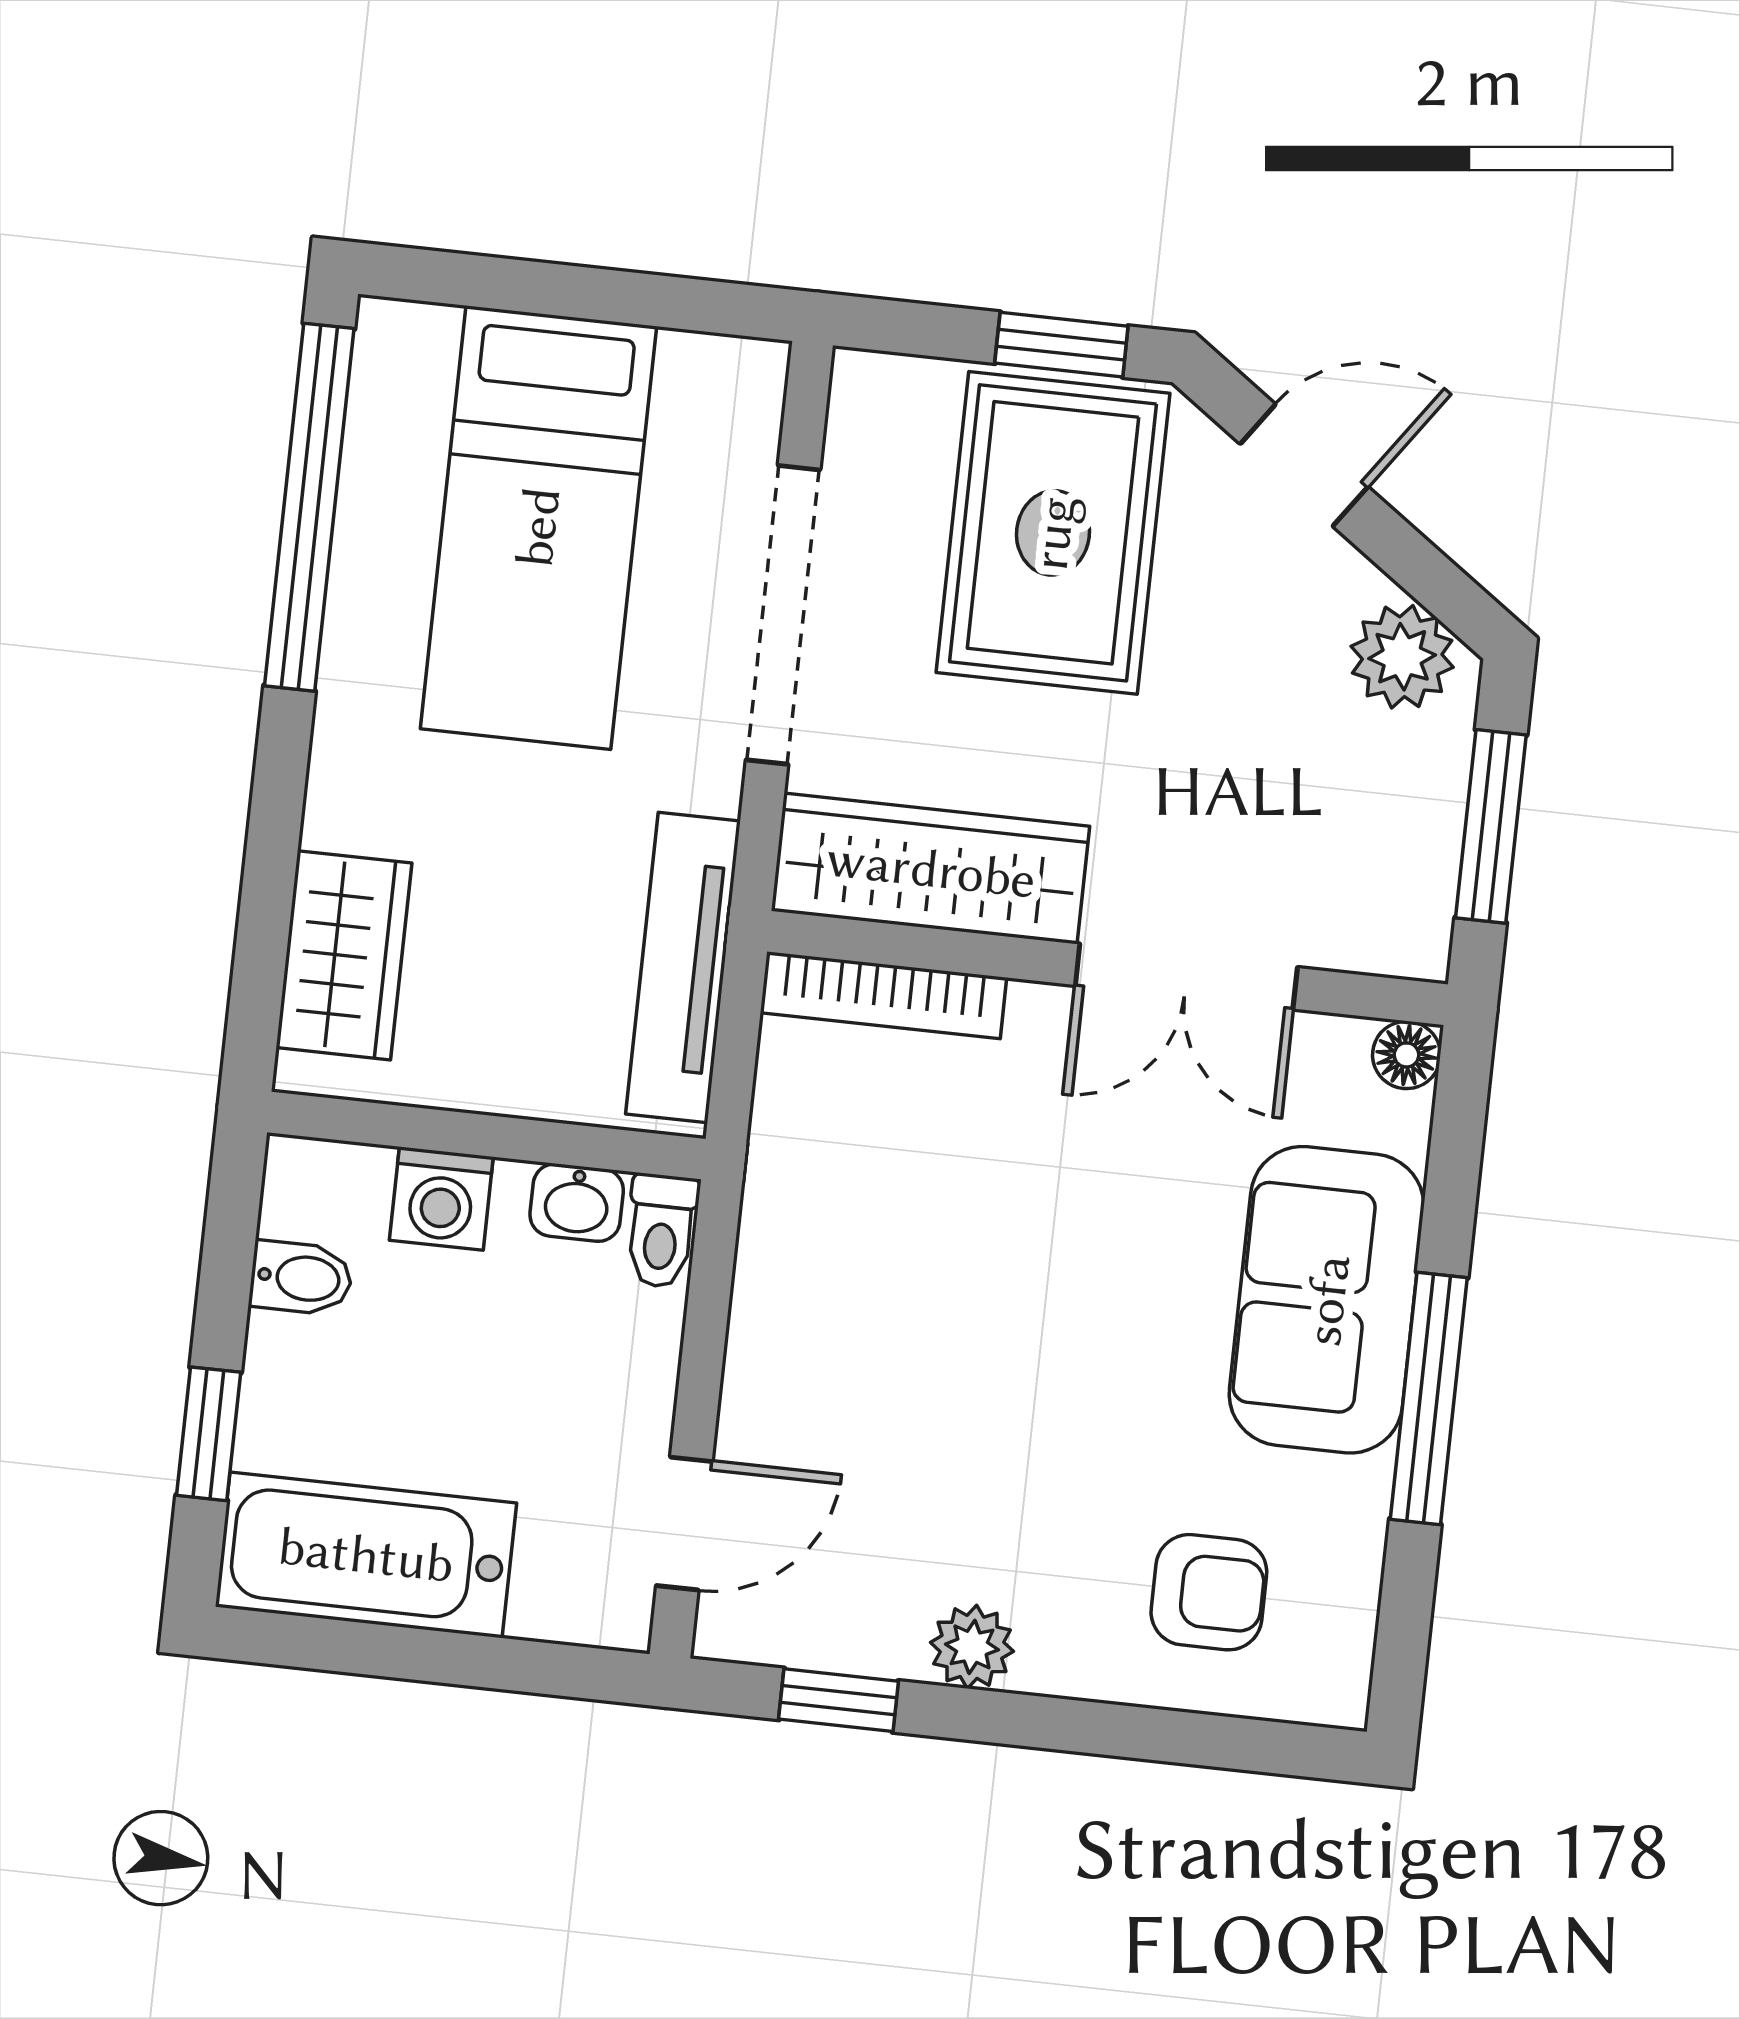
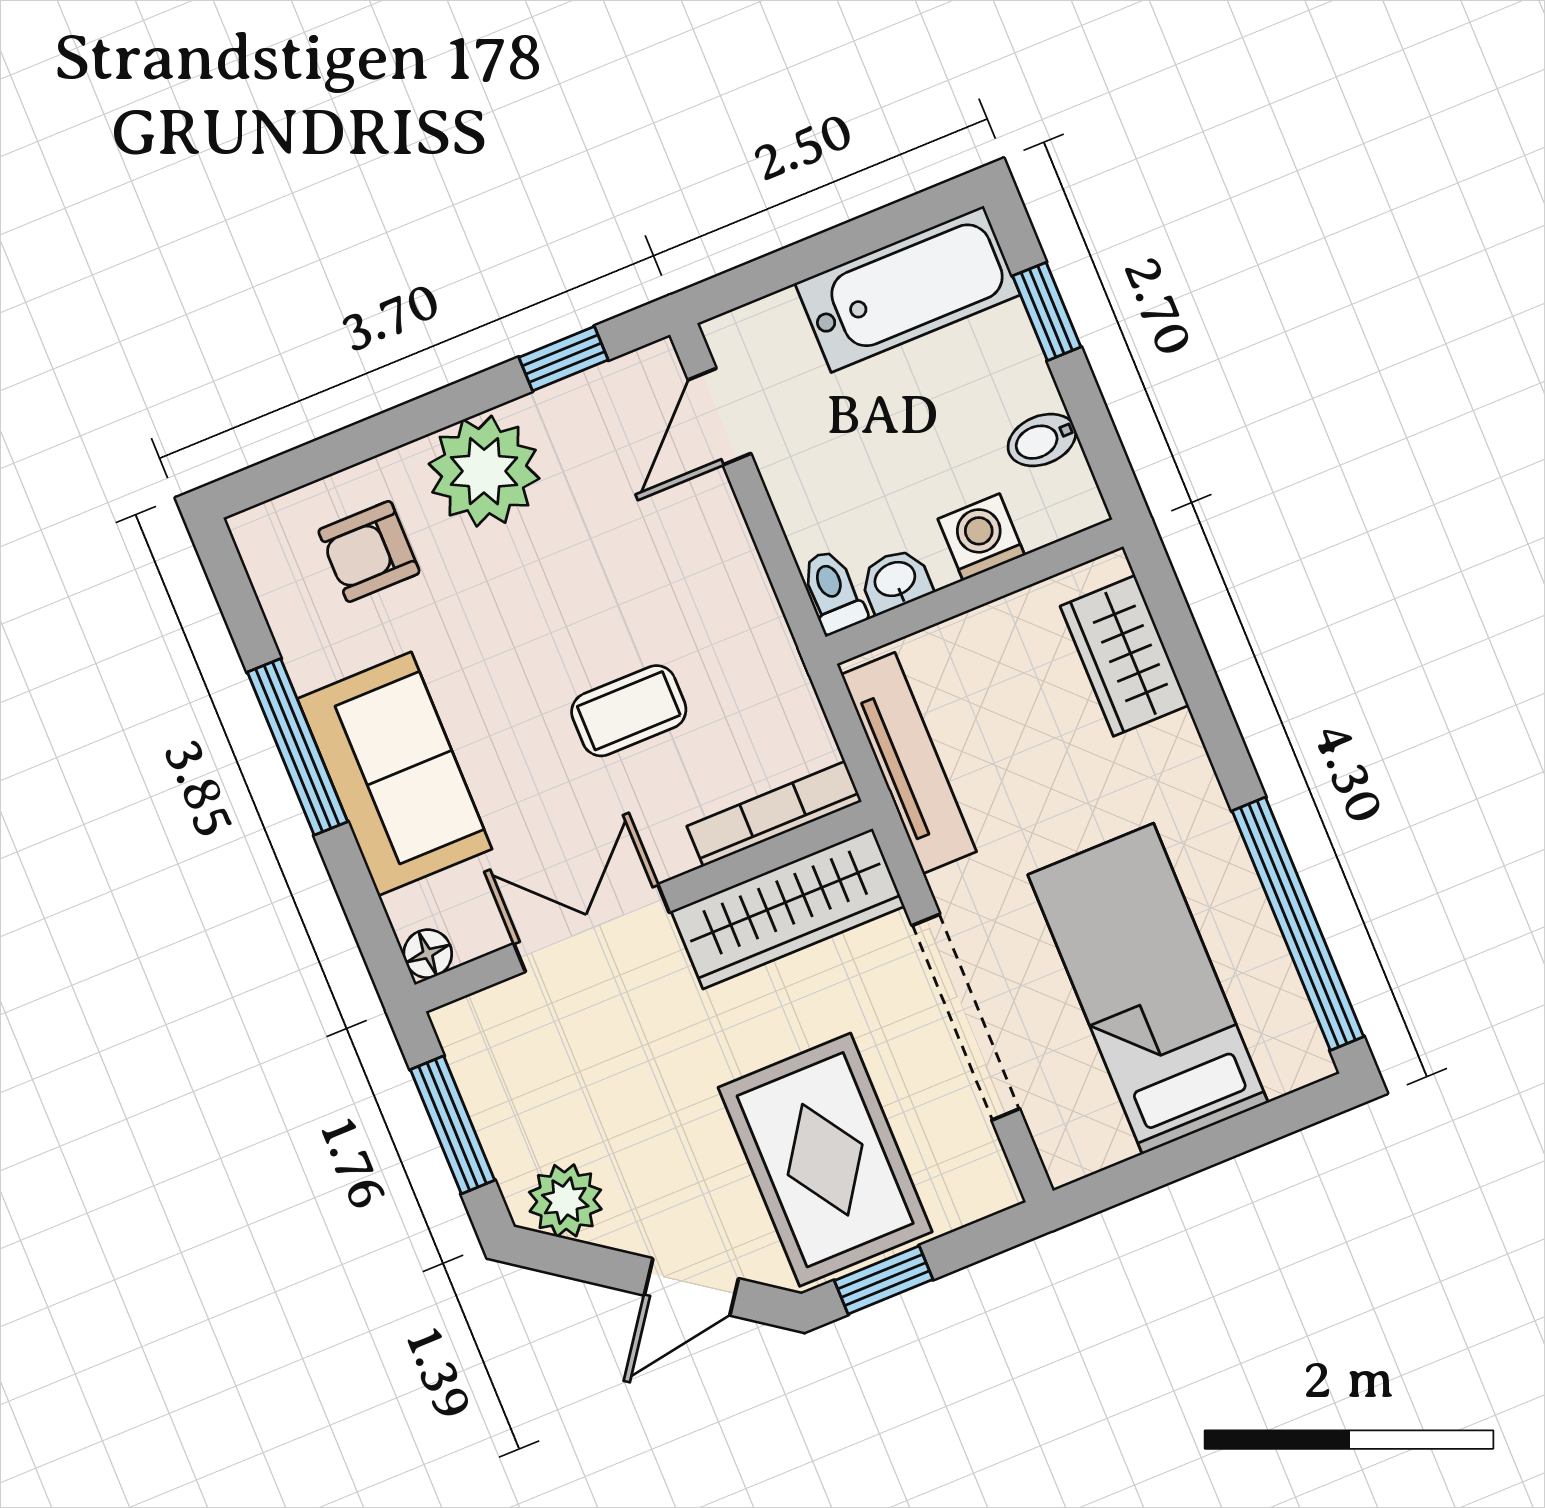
coffee table: (994, 1221) -> (629, 711), added
plant: (972, 1647) -> (484, 471), width x1.87, depth x1.87

